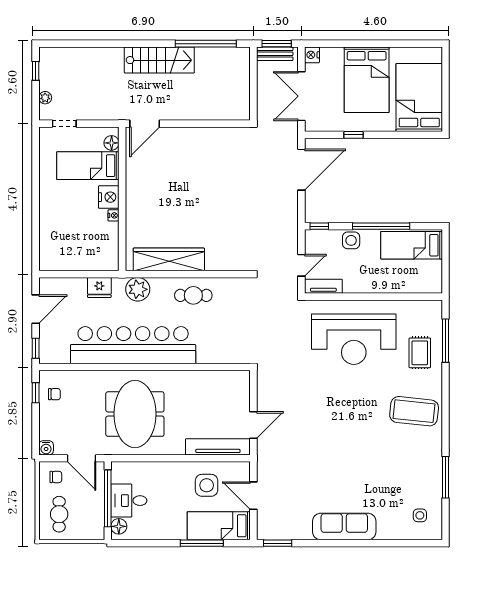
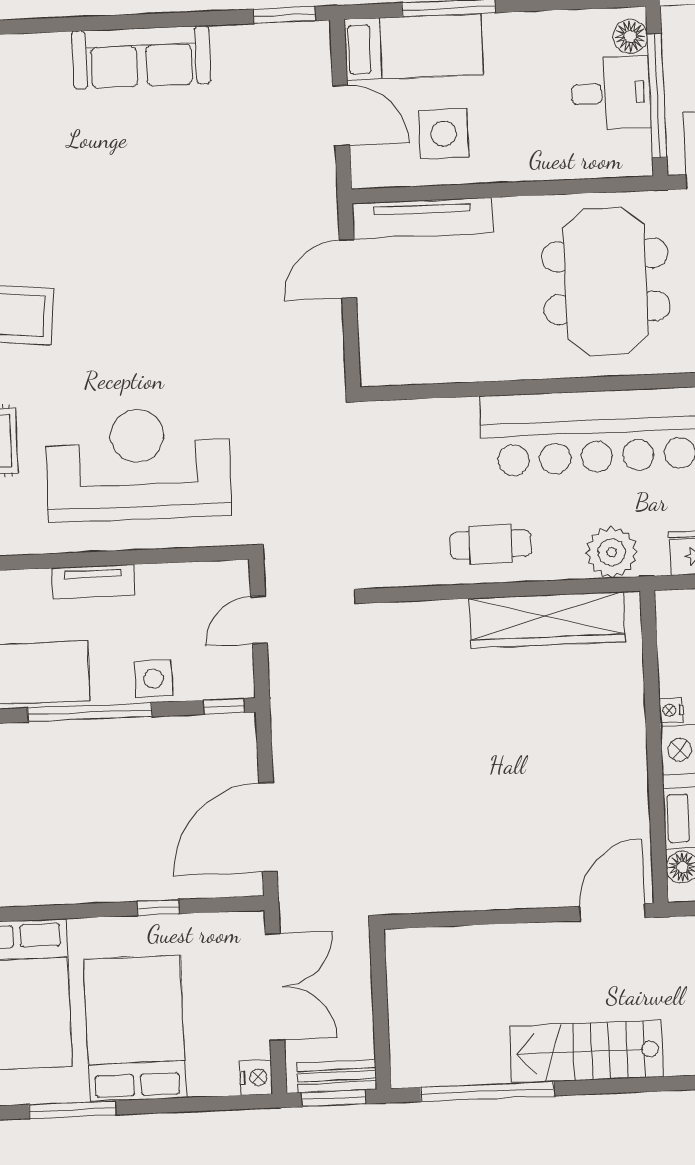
window: (397, 44) -> (72, 1110), added
tv unit: (323, 286) -> (93, 582), moved

